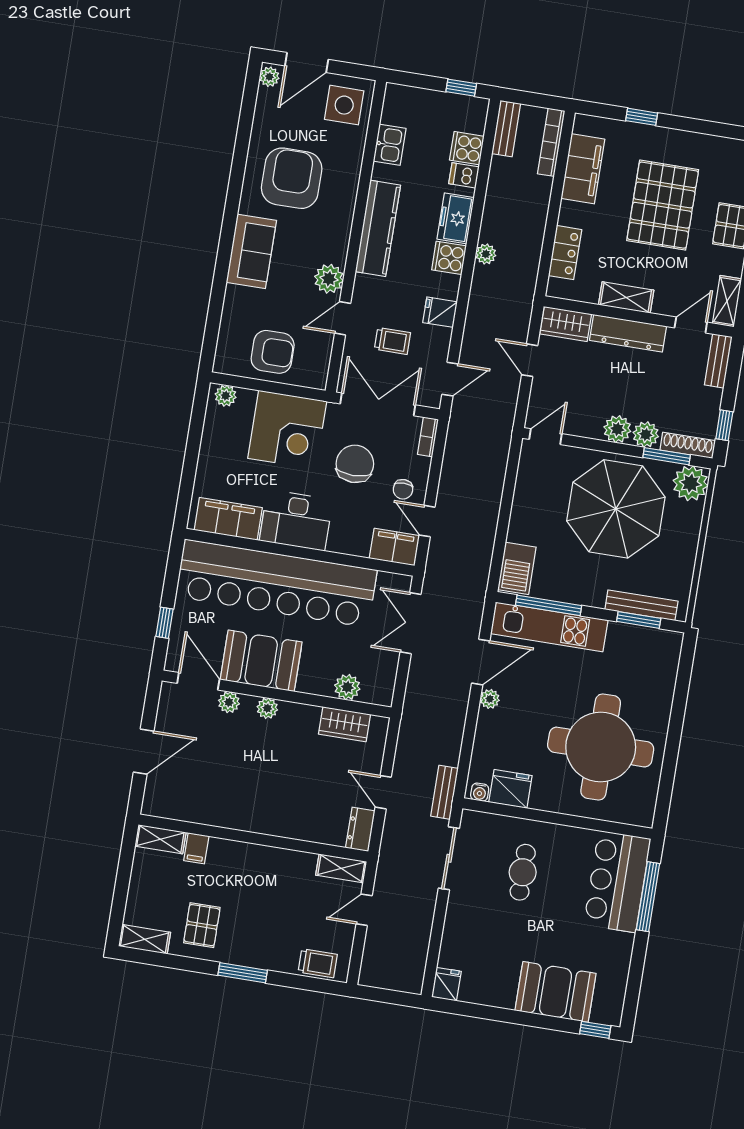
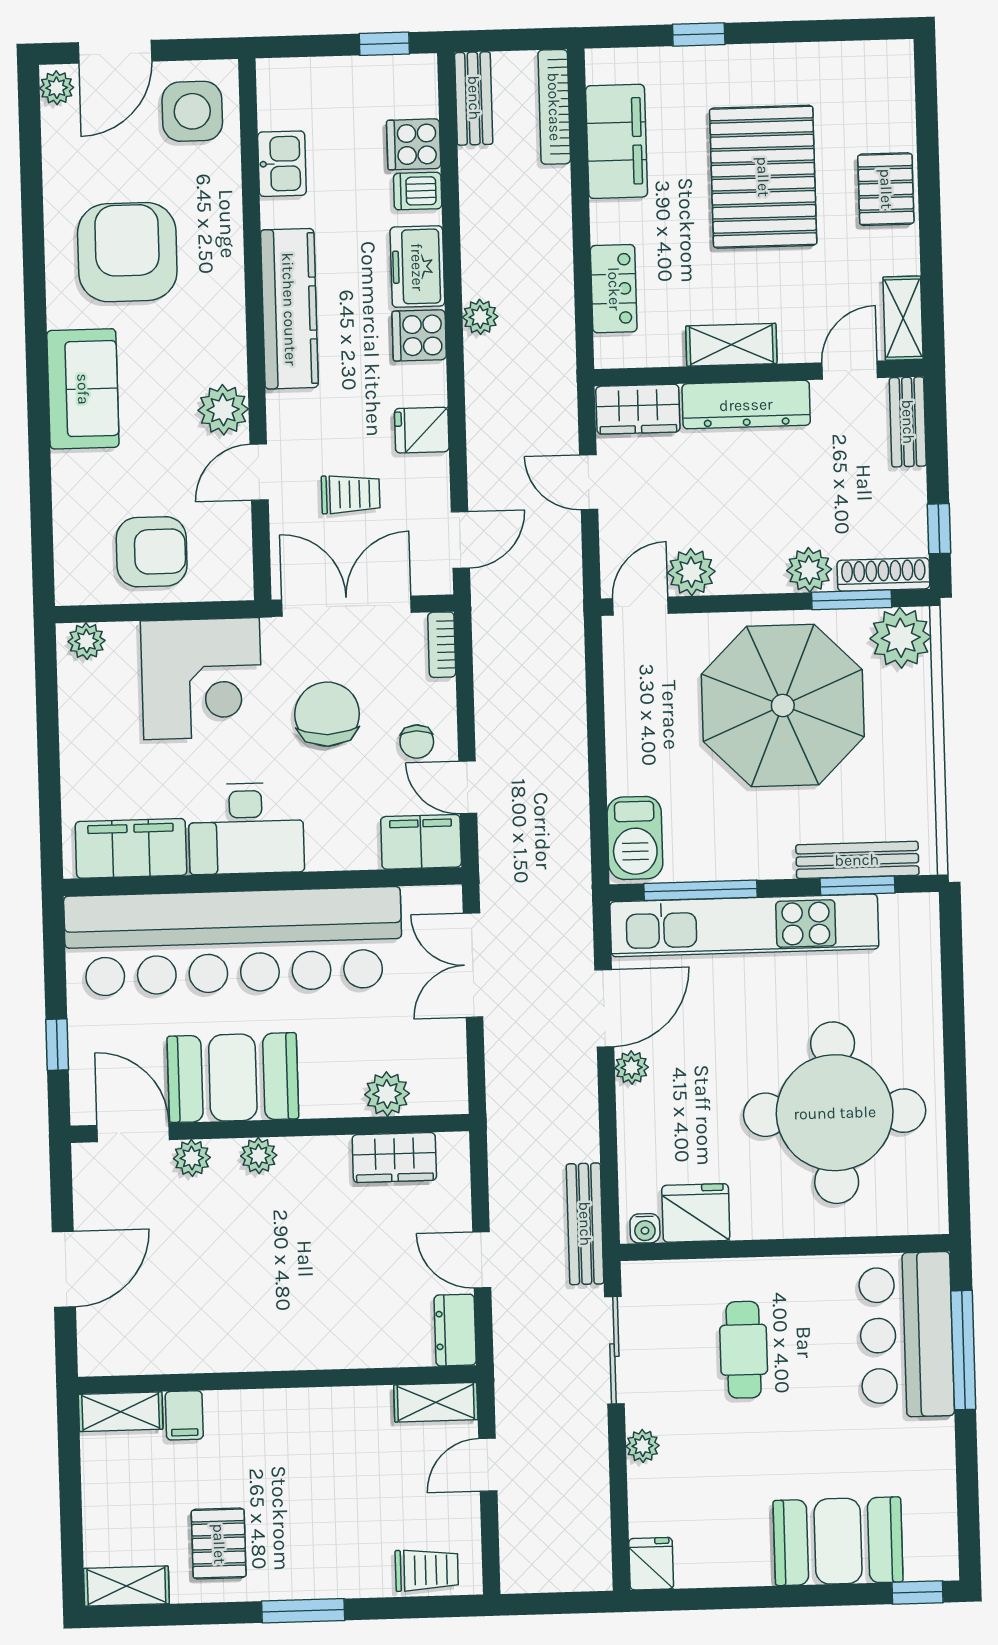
plant: (617, 429) -> (691, 572), moved
kitchen unit: (549, 627) -> (744, 925), width x1.36
bench: (445, 792) -> (585, 1224), width x1.36
plant: (454, 916) -> (643, 1446), added

